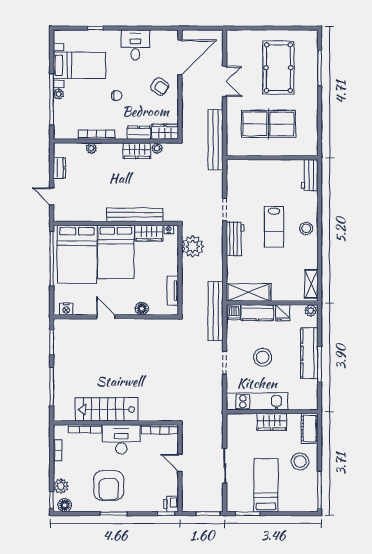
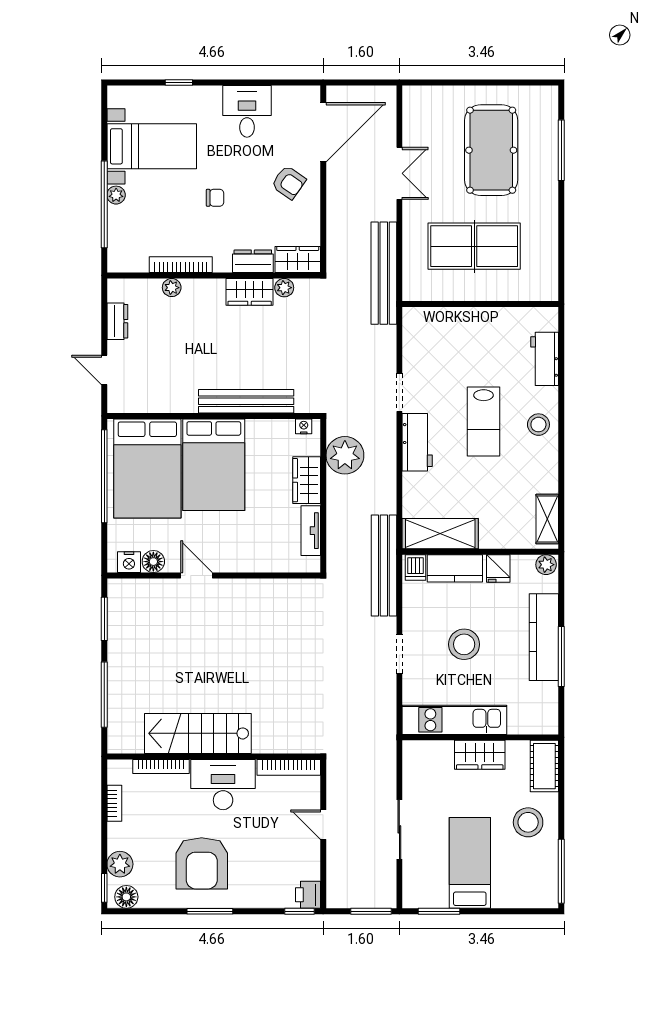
workbench: (310, 175) -> (545, 359), moved
wardrobe: (149, 233) -> (307, 480), moved, turned 90
floor lamp: (142, 309) -> (153, 562), moved

